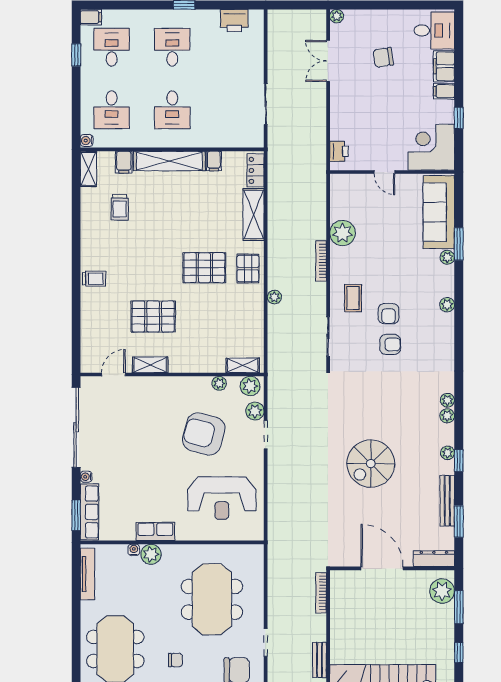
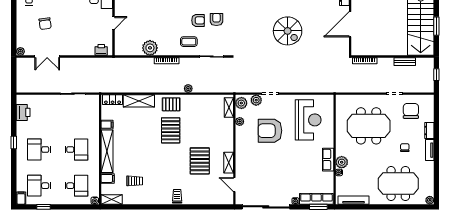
armchair: (204, 434) -> (270, 131), turned 75

